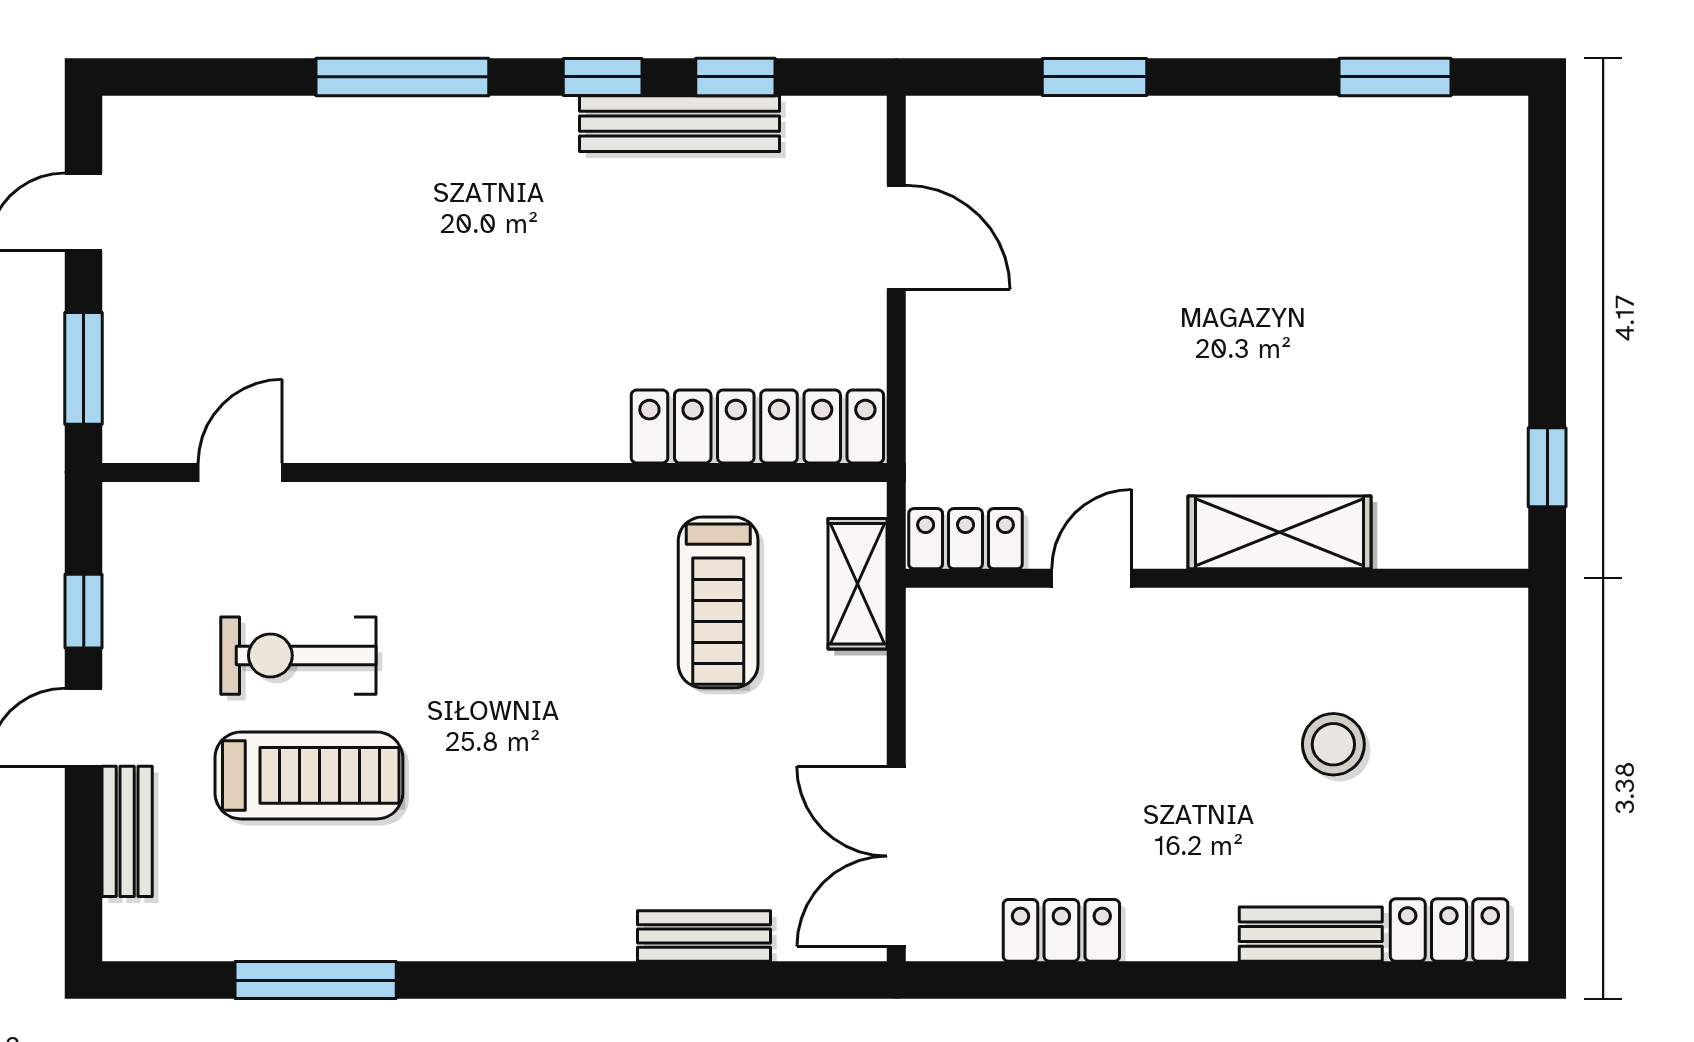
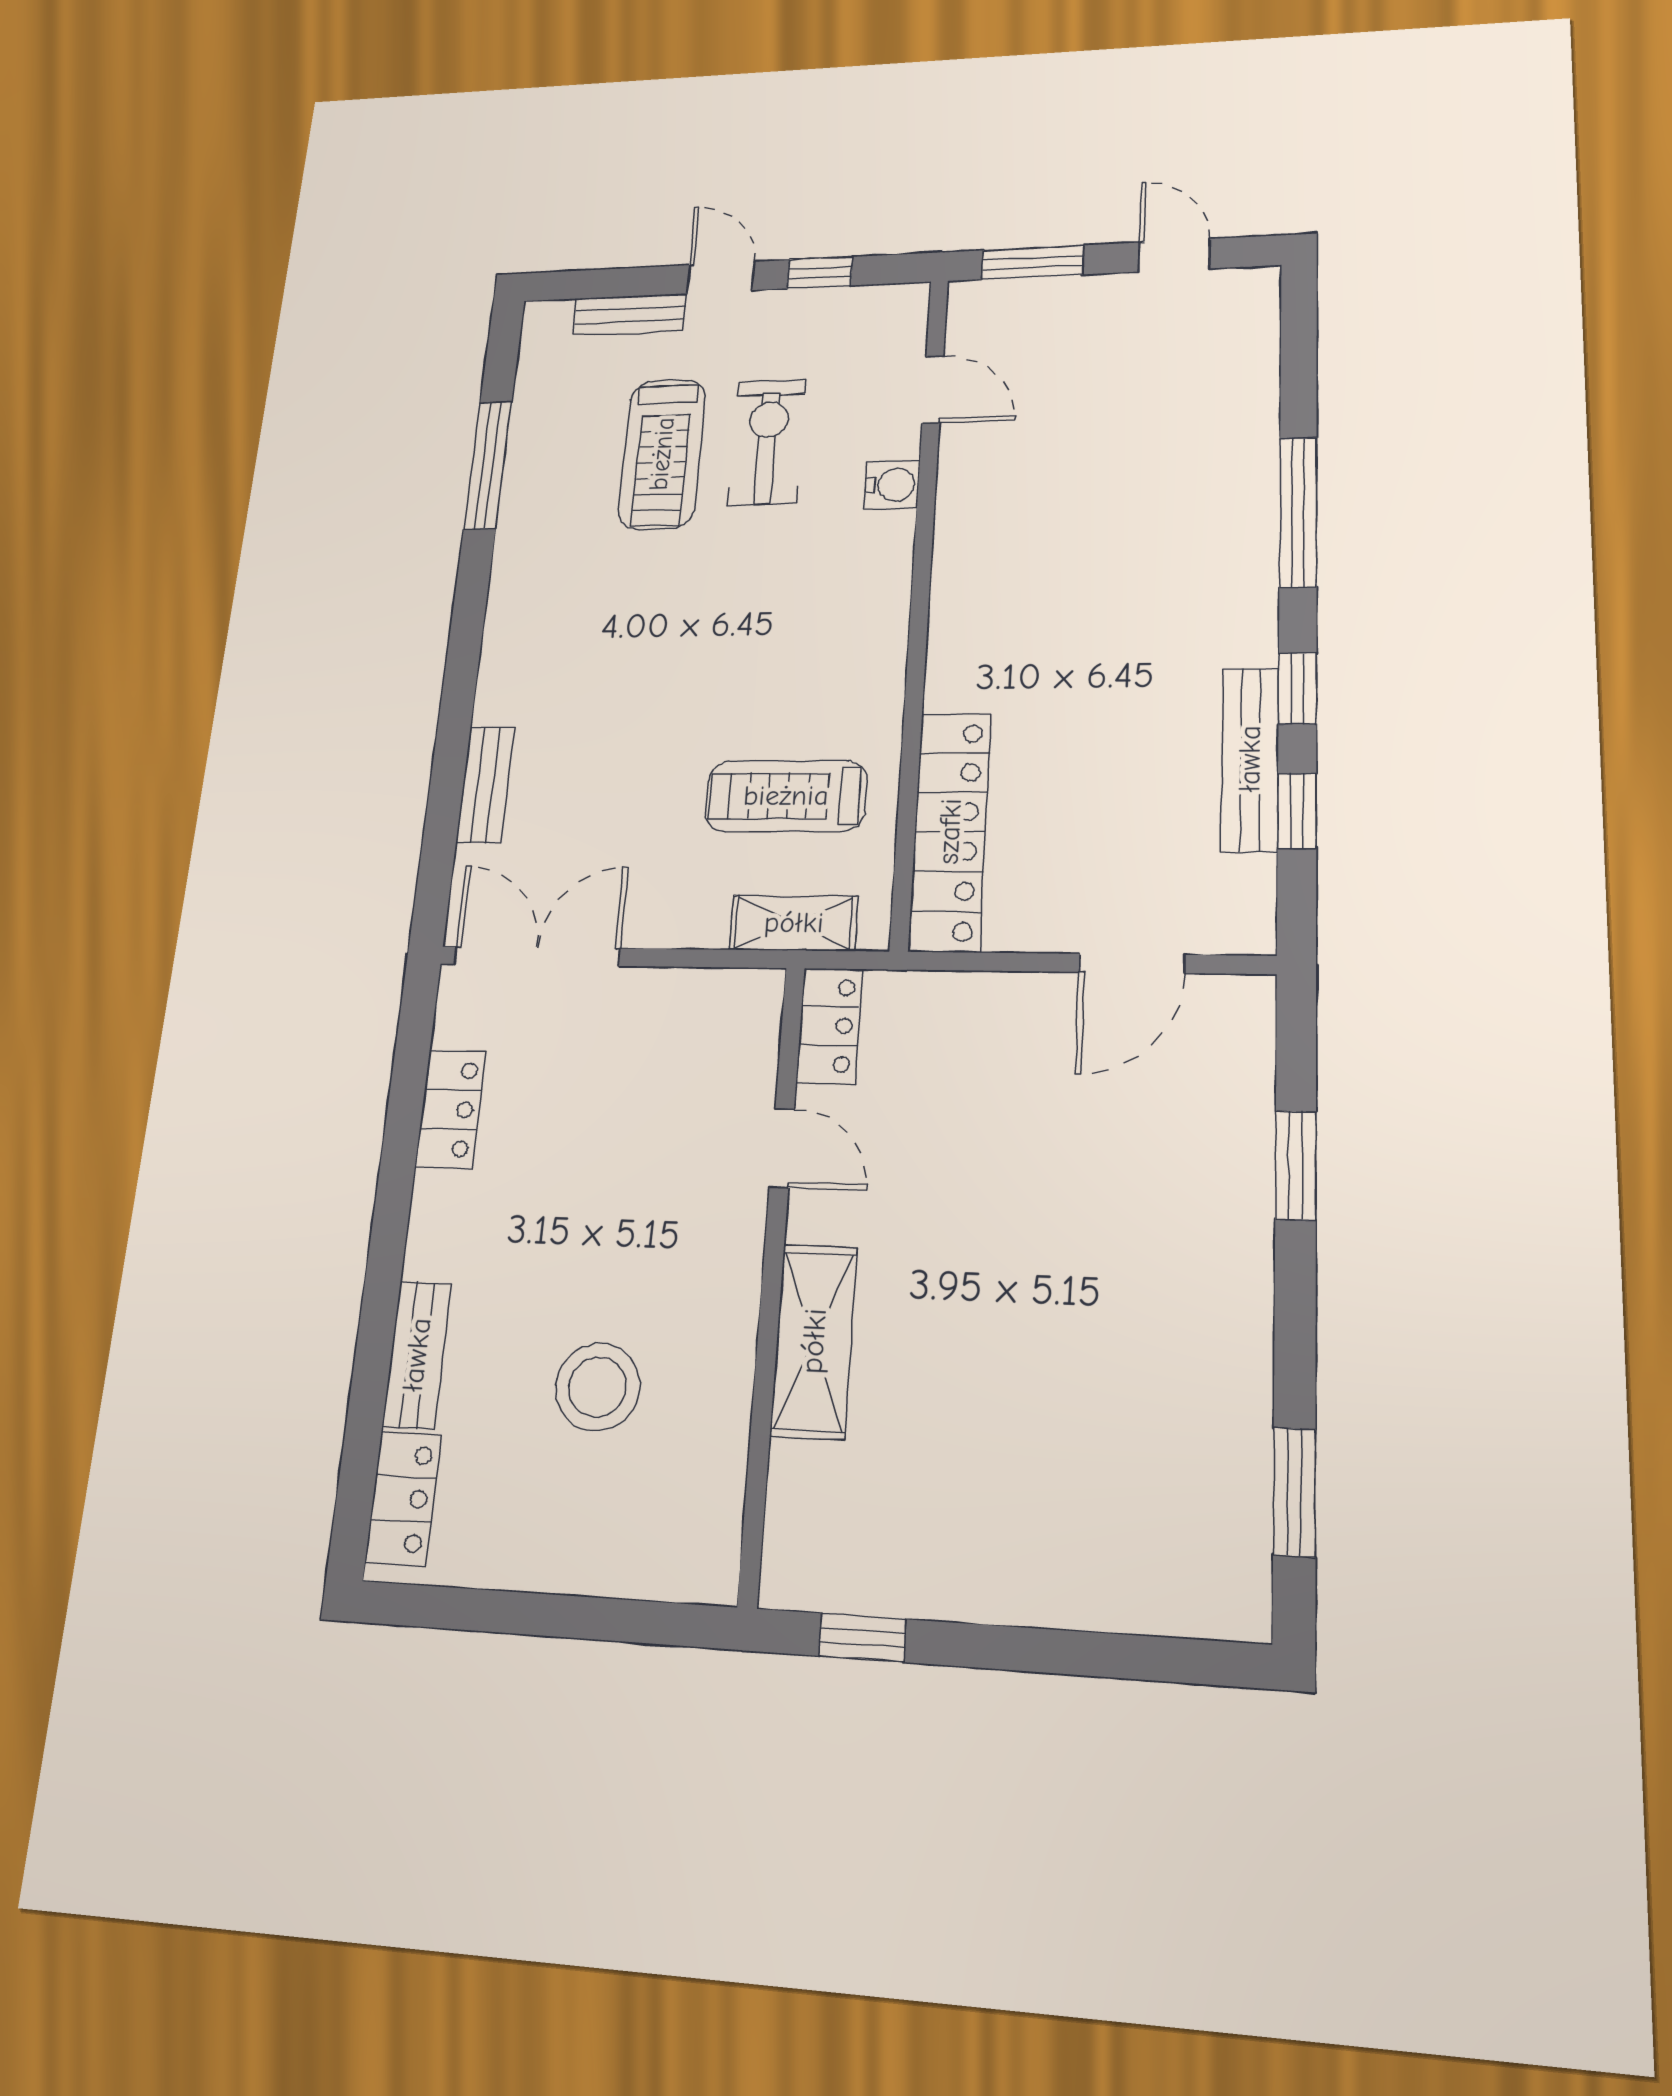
water cooler: (356, 511) -> (892, 485), added
stool: (1333, 744) -> (598, 1387), width x1.38, depth x1.38

